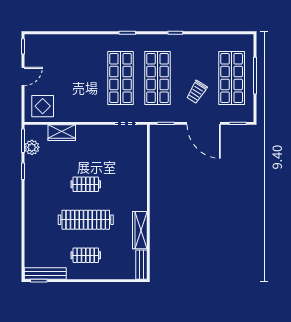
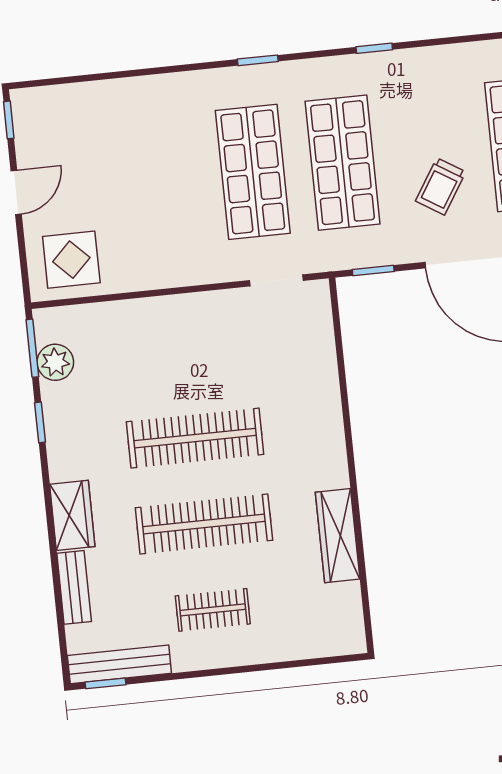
wardrobe: (62, 133) -> (72, 515), moved, turned -90
clothes rail: (86, 184) -> (195, 438), width x1.86, depth x1.31
bench: (141, 265) -> (74, 587), moved

